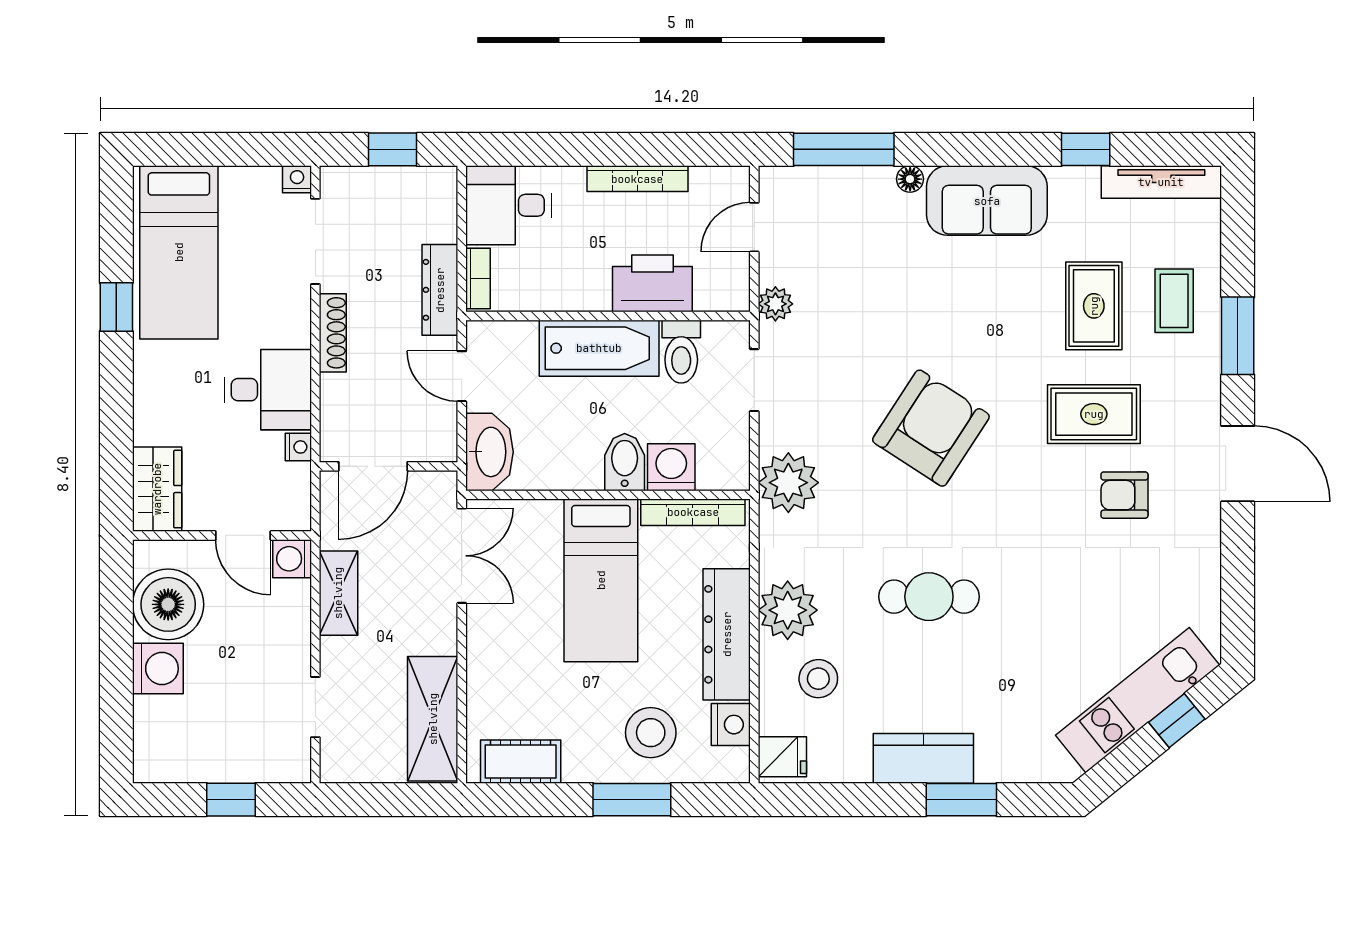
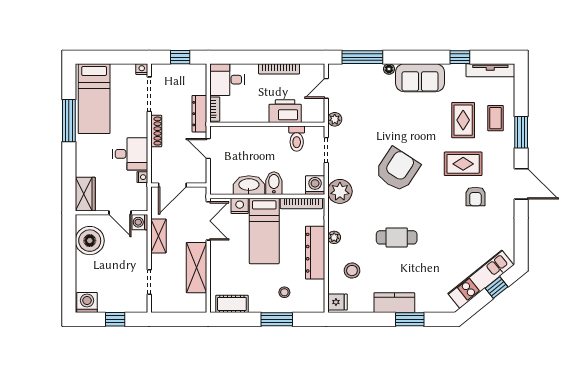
window: (116, 307) -> (69, 121), width x2.17
bathtub: (599, 348) -> (264, 137), removed
washbasin: (490, 452) -> (249, 185), moved, turned -90
washing machine: (671, 467) -> (315, 185), moved
armchair: (1124, 495) -> (475, 196), turned -90
plant: (788, 610) -> (334, 237), width x0.53, depth x0.53
washing machine: (158, 669) -> (87, 303), moved, turned -90
shelving: (433, 719) -> (196, 268), moved
nightstand: (731, 725) -> (240, 206), moved, turned -90
stool: (651, 733) -> (284, 292), width x0.53, depth x0.53

